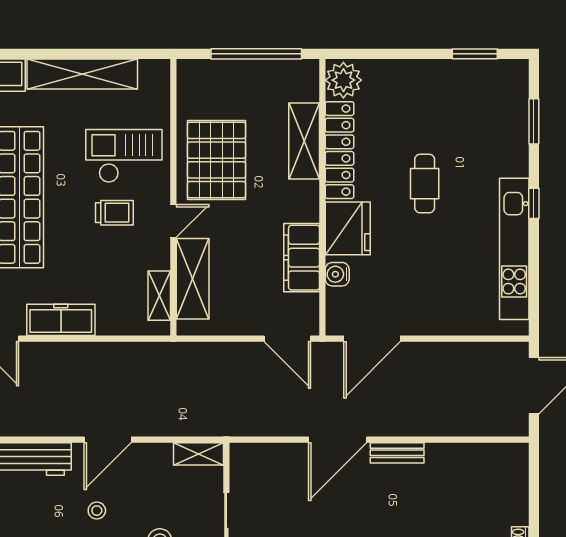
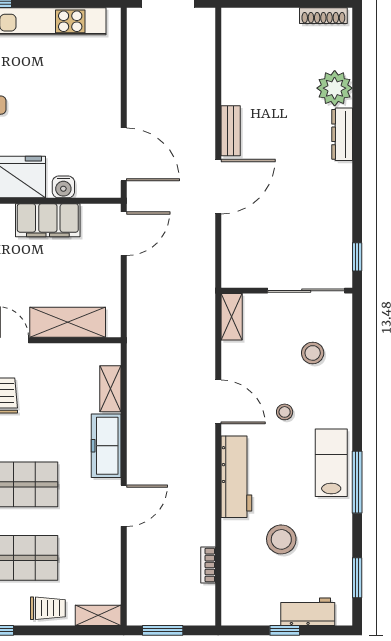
shelving: (159, 296) -> (110, 389), moved, turned 90
door: (338, 440) -> (218, 187), hinge flipped

